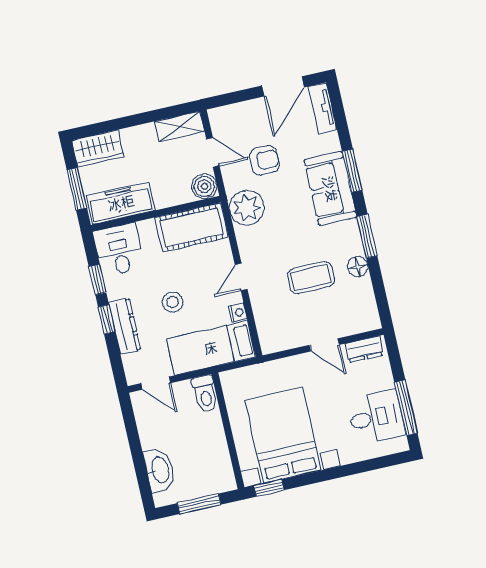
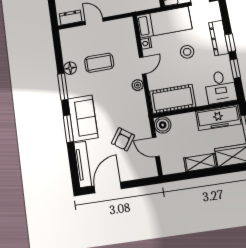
tv unit: (323, 108) -> (83, 164), width x1.41
shelving: (180, 126) -> (200, 162), moved
armchair: (264, 160) -> (123, 139), turned -55
plant: (247, 208) -> (138, 85), moved, width x0.53, depth x0.53

